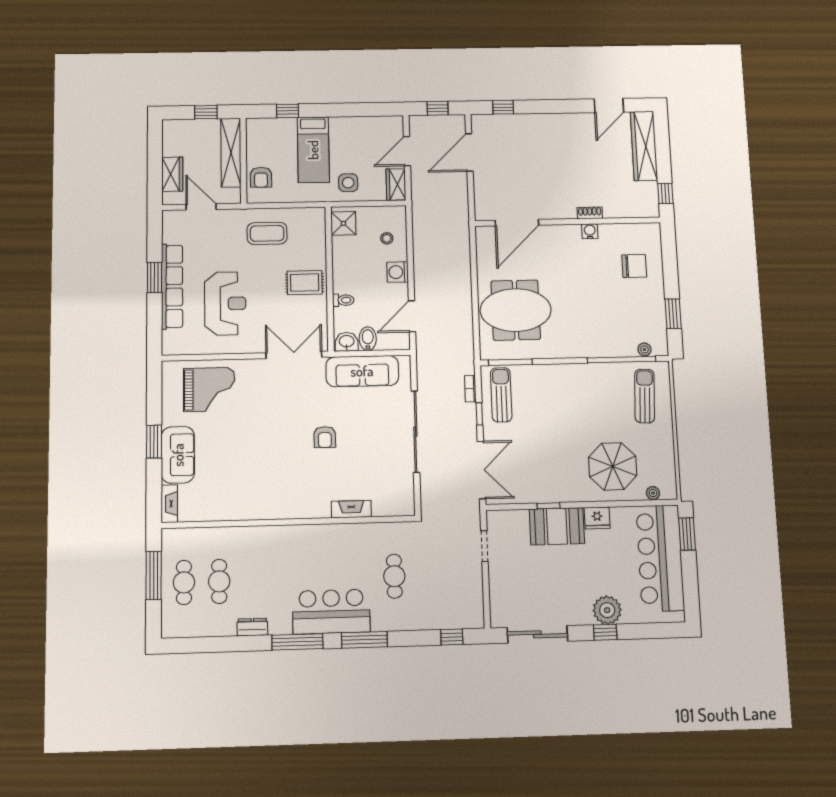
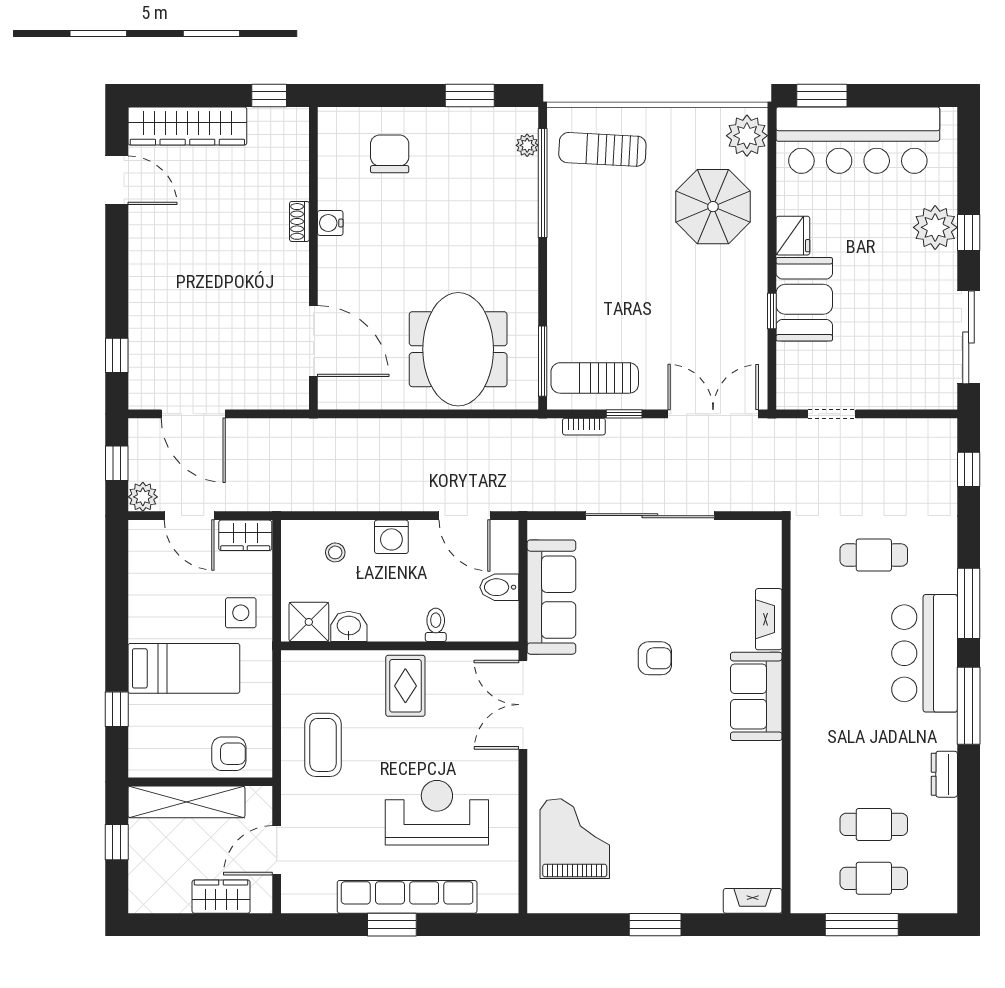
plant: (418, 124) -> (143, 497), added
washbasin: (347, 342) -> (349, 626), moved, turned 90
sofa: (178, 455) -> (756, 696), moved, turned -90
plant: (653, 493) -> (747, 136), width x1.87, depth x1.87

